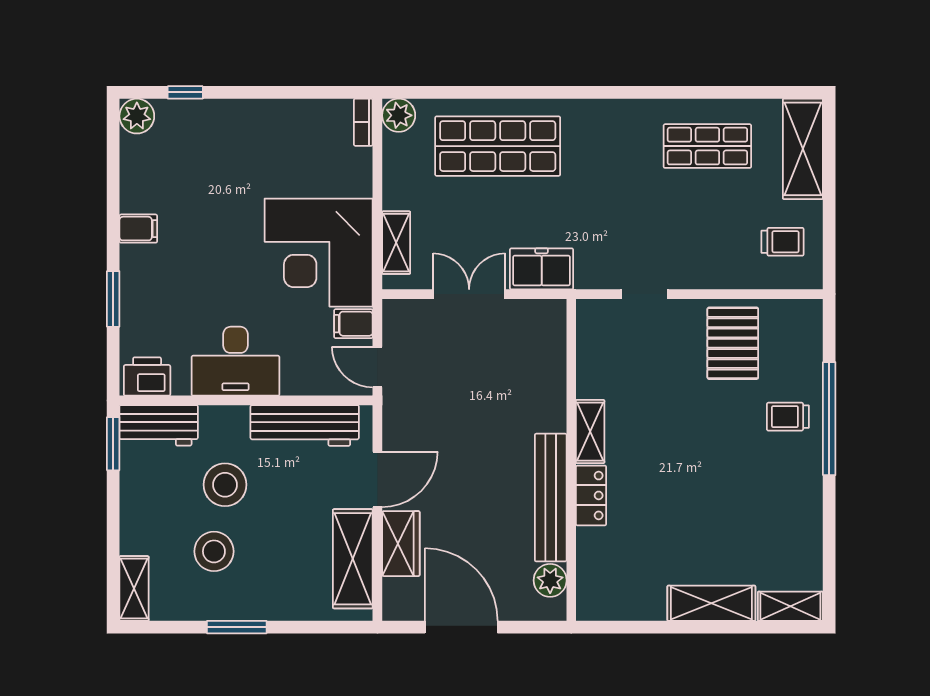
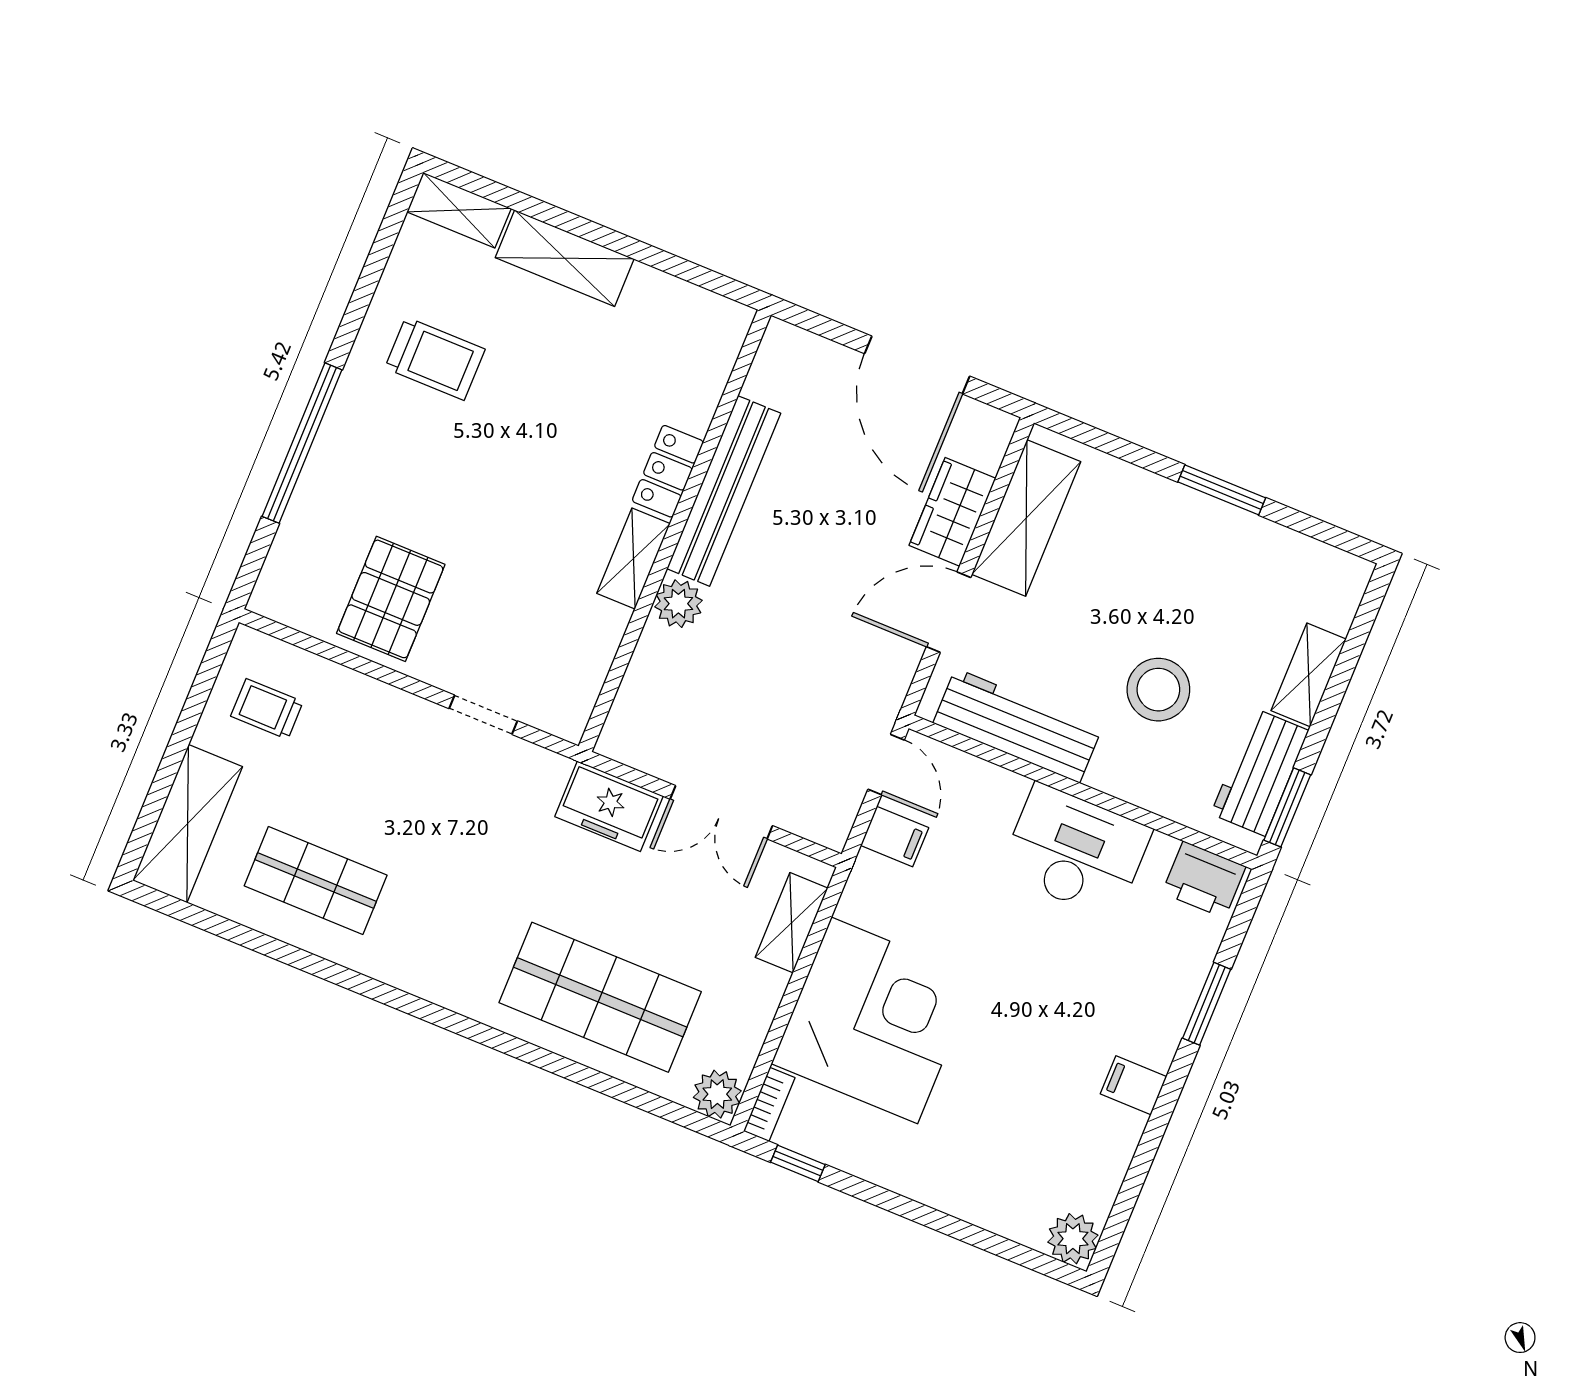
window: (185, 92) -> (798, 1163), moved
corner desk: (319, 253) -> (874, 1020), moved
trolley: (788, 417) -> (435, 359), moved, width x1.36, depth x1.39
workbench: (159, 425) -> (1260, 772), moved, turned -90
stool: (214, 551) -> (1210, 605), removed
plant: (550, 580) -> (678, 604), moved
shelving: (134, 588) -> (1309, 675), moved

